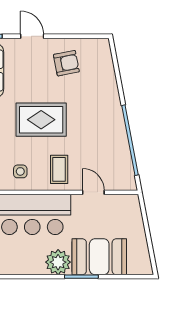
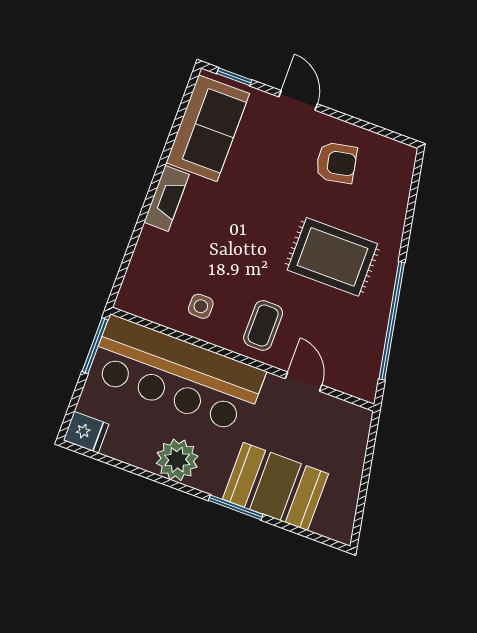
rug: (41, 120) -> (332, 257), moved
plant: (58, 262) -> (177, 460), moved

